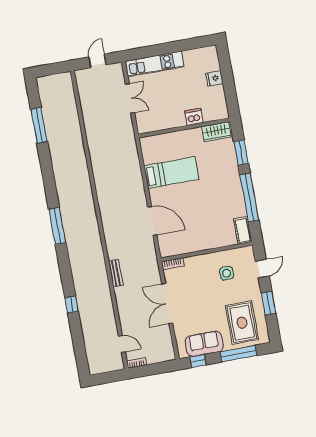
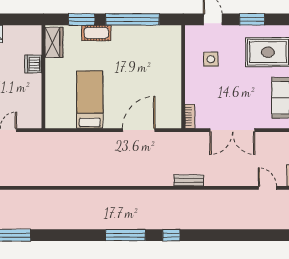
cot: (243, 230) -> (96, 33), moved
window: (72, 304) -> (171, 235), moved
door: (122, 344) -> (267, 188), hinge flipped

